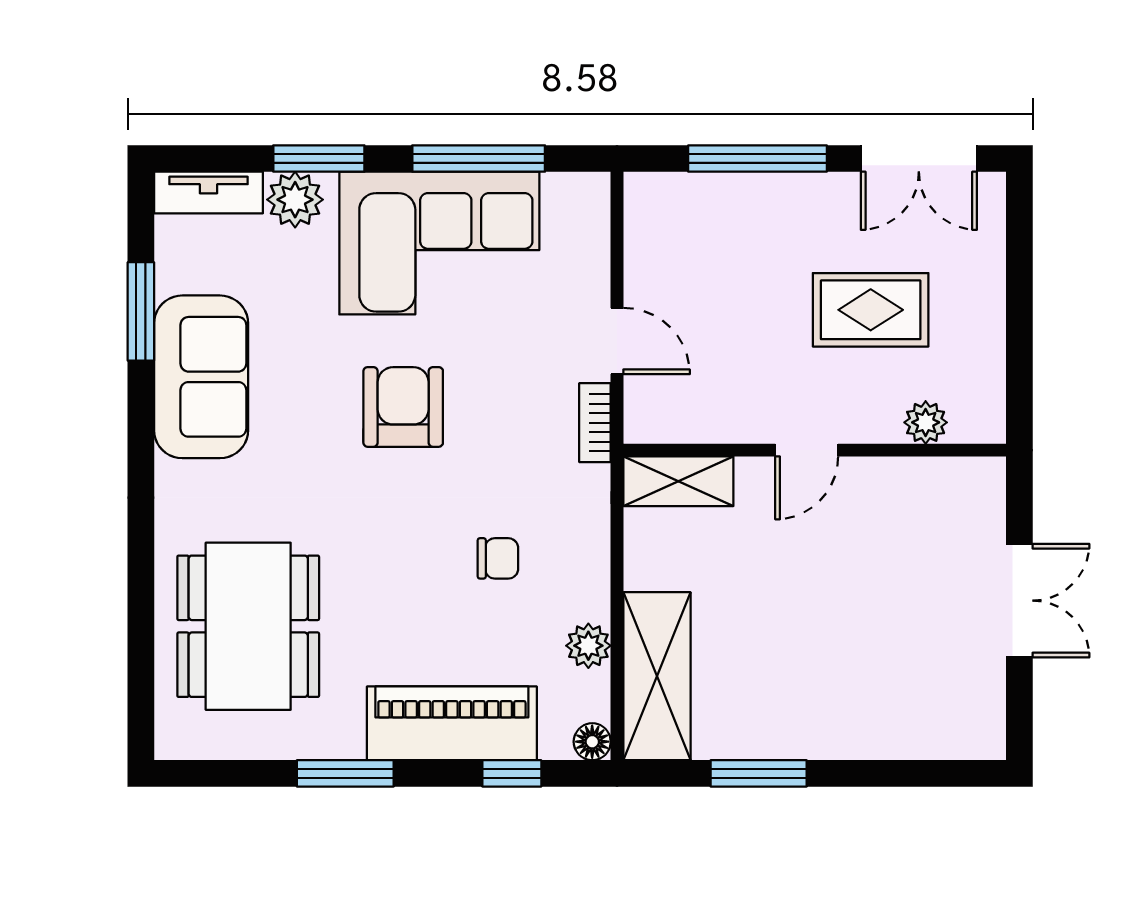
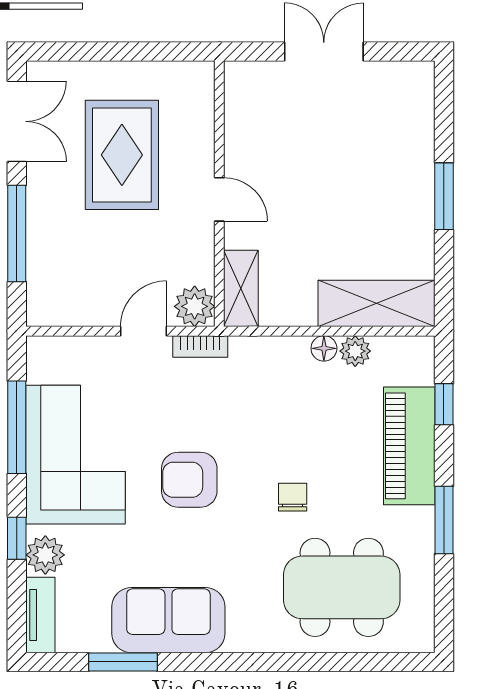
window: (319, 159) -> (17, 538), width x0.67
rug: (871, 310) -> (122, 155), width x1.36, depth x1.43
plant: (926, 422) -> (195, 306), moved, width x1.38, depth x1.38
chair: (498, 558) -> (293, 497), moved
floor lamp: (592, 742) -> (324, 348), moved
window: (759, 773) -> (444, 196), moved

